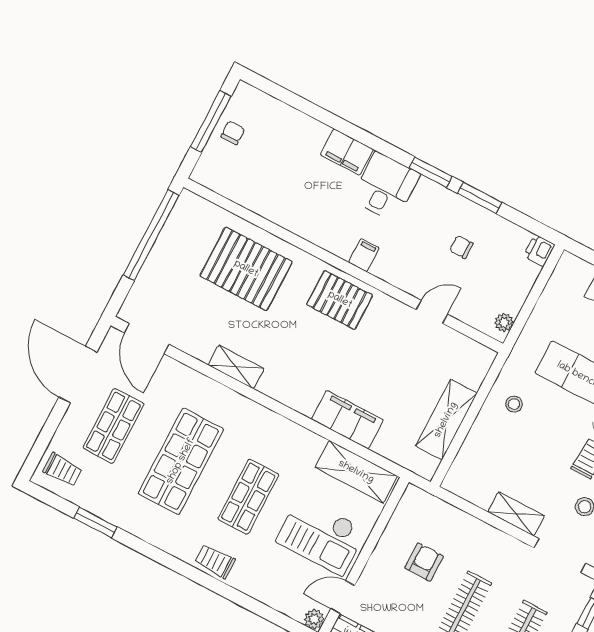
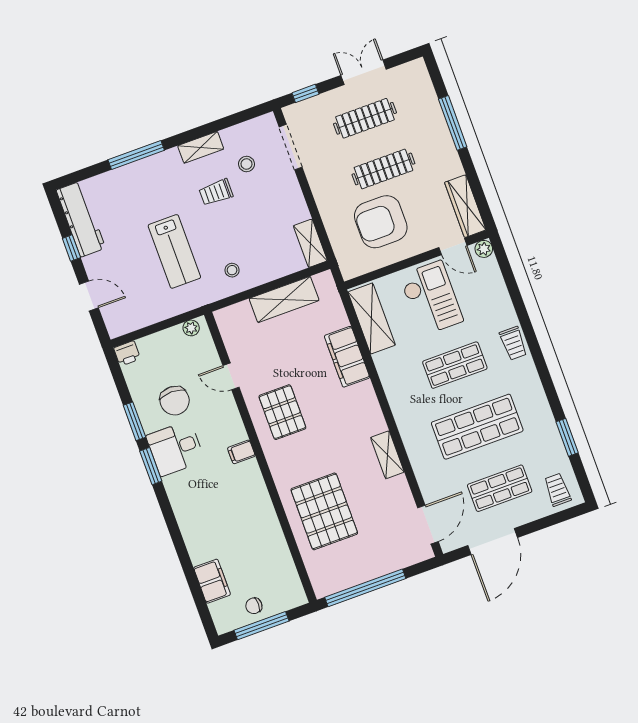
filing cabinet: (347, 152) -> (212, 581), moved
desk: (385, 187) -> (175, 448), moved
chair: (461, 247) -> (175, 401), width x1.87, depth x1.87
pallet: (340, 300) -> (282, 412), moved
shelving: (516, 514) -> (310, 243), moved
armchair: (424, 562) -> (381, 222), width x1.88, depth x1.88

